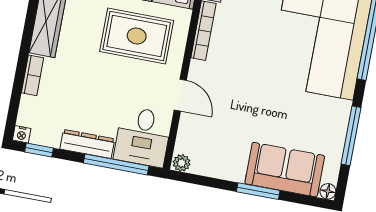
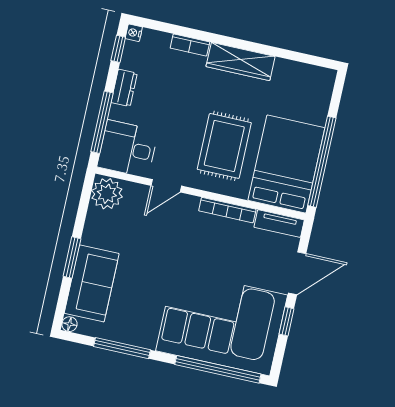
dresser: (87, 144) -> (124, 88), width x0.70
plant: (182, 163) -> (107, 194), width x1.88, depth x1.88

